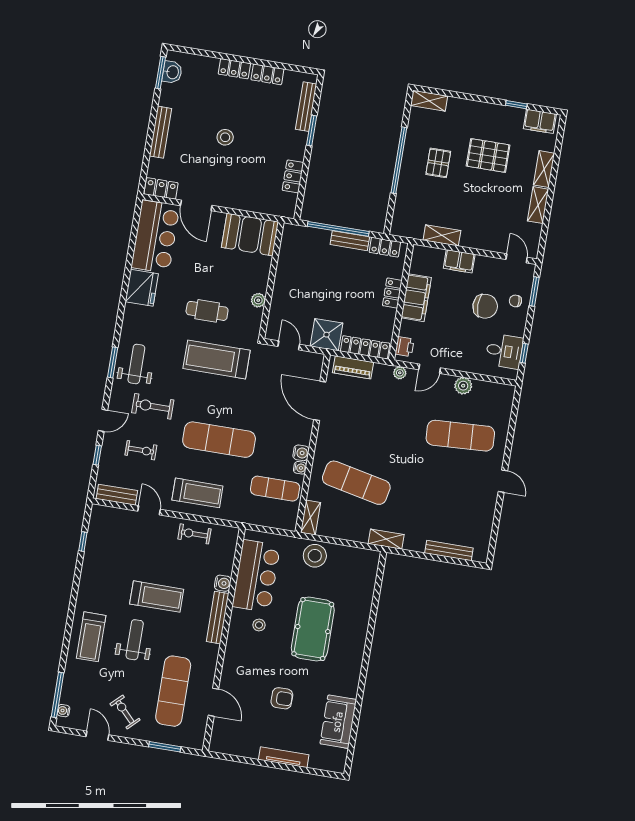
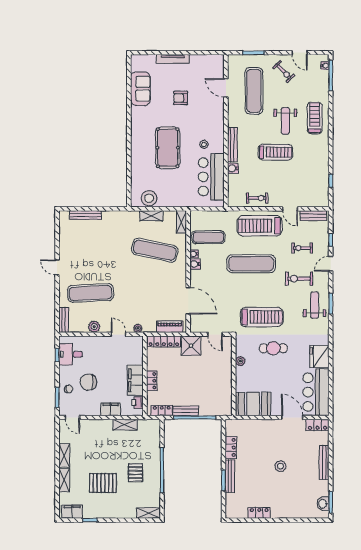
locker: (234, 69) -> (282, 513), removed
bench: (306, 107) -> (230, 476), moved
printer: (405, 347) -> (138, 403), moved
weight bench: (136, 364) -> (315, 305), turned 180
door: (430, 369) -> (118, 334), hinge flipped
bench: (506, 403) -> (64, 320), added
exercise bike: (153, 406) -> (299, 279), turned 180
treadmill: (197, 493) -> (260, 226), width x1.37, depth x1.38
shelving: (386, 539) -> (151, 216), moved
stool: (315, 556) -> (149, 198), moved
treadmill: (157, 597) -> (275, 152), turned 180

